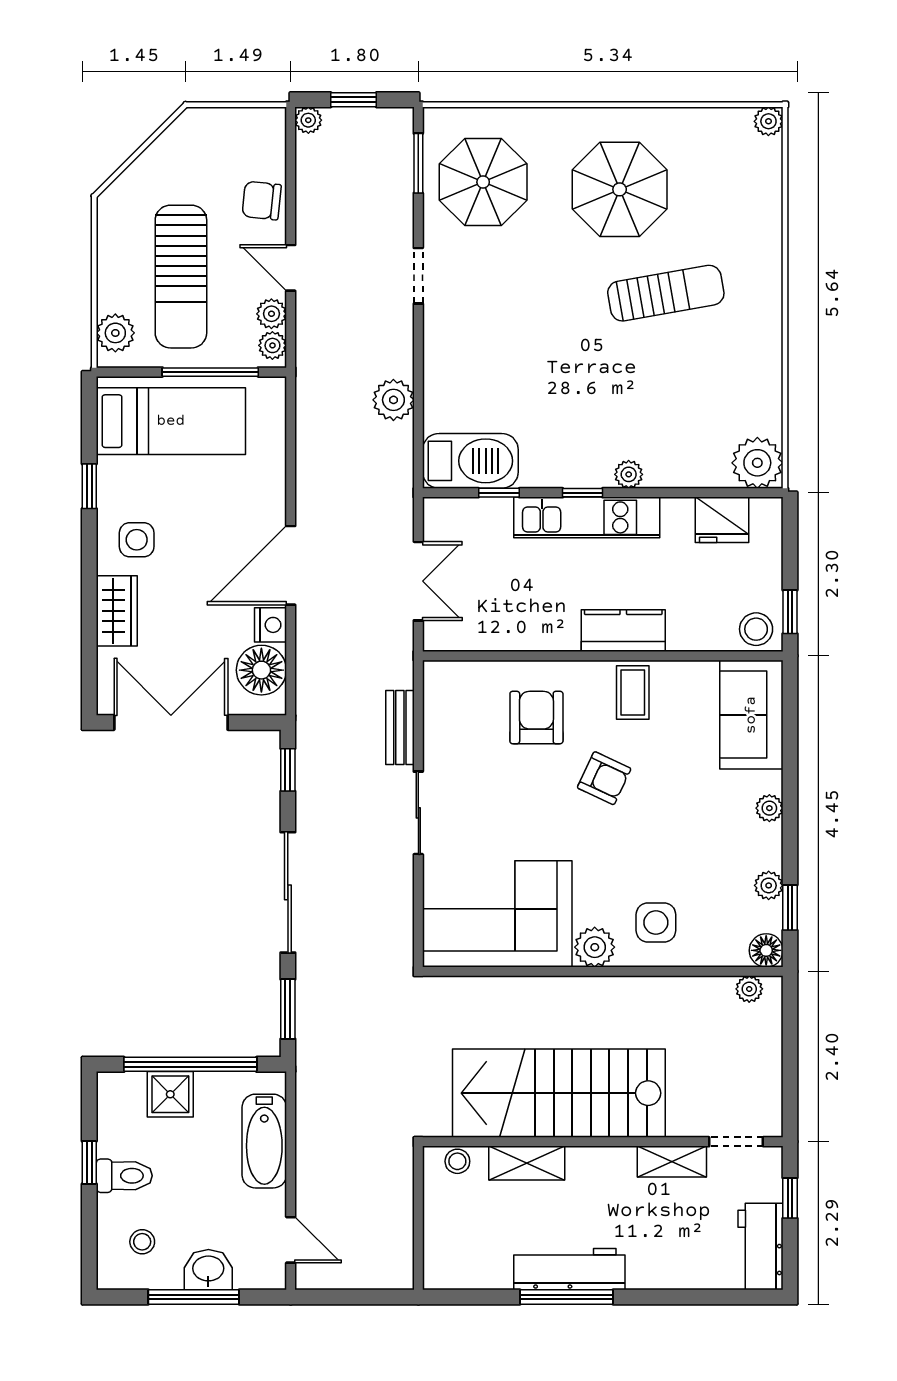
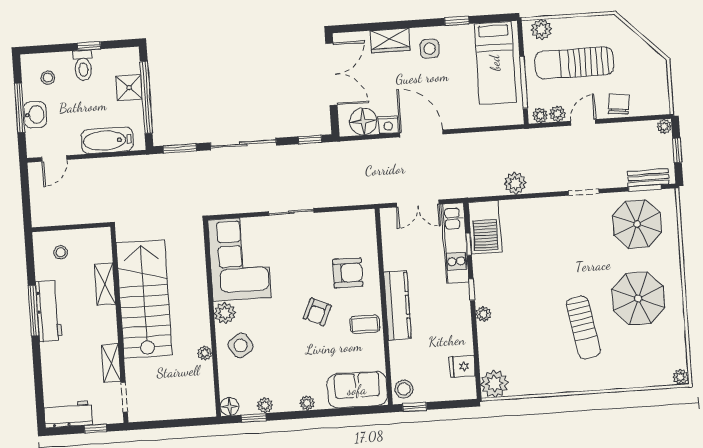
kitchen unit: (587, 517) -> (455, 243), moved
fridge: (722, 520) -> (462, 366), width x0.72
kitchen counter: (623, 631) -> (397, 305), width x1.50
bench: (400, 728) -> (648, 178), moved
side table: (656, 923) -> (241, 345), turned -33
plant: (749, 989) -> (205, 353), moved
stool: (457, 1161) -> (61, 252), moved

